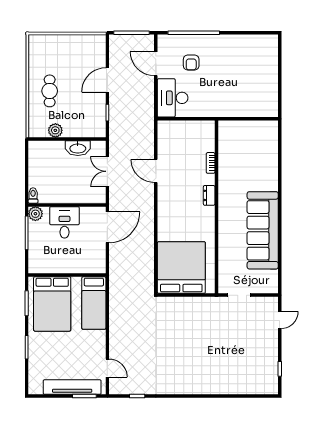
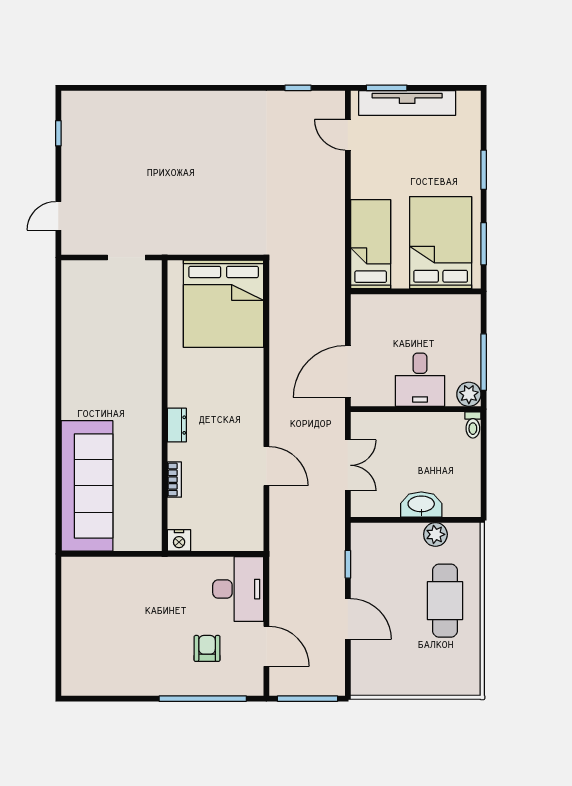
door: (107, 80) -> (348, 619), hinge flipped
cafe table: (50, 91) -> (445, 601), width x1.37, depth x1.35
nightstand: (208, 127) -> (179, 540), added
washbasin: (78, 148) -> (421, 505), moved
sofa: (263, 230) -> (87, 486), moved

